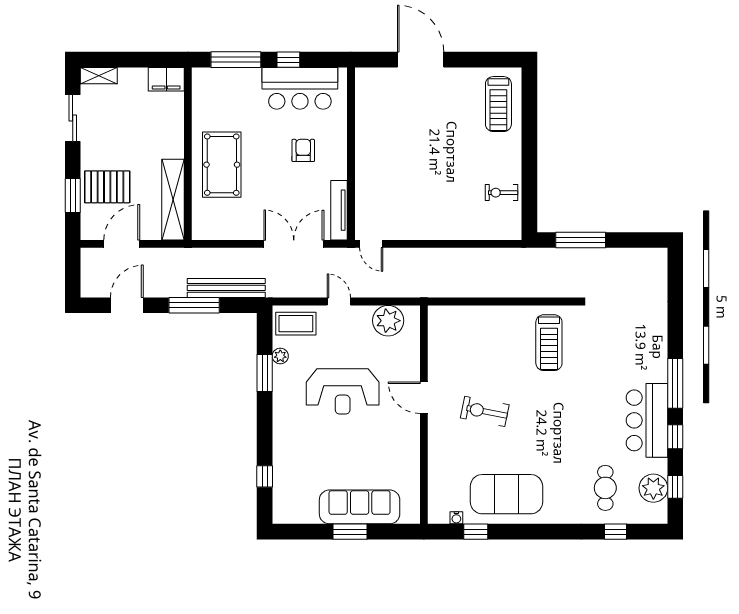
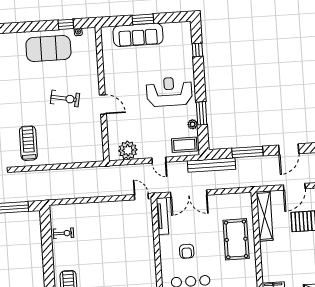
bench: (226, 288) -> (211, 165), moved
reception desk: (343, 391) -> (169, 92), moved

